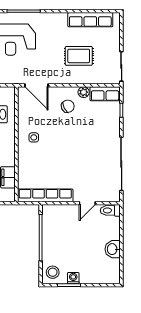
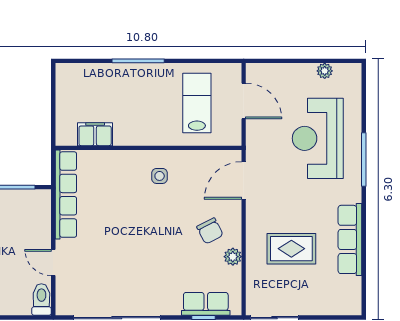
row of seats: (90, 20) -> (350, 239), moved
rug: (79, 56) -> (291, 249), turned 90
row of seats: (105, 94) -> (206, 304), moved, turned 90

